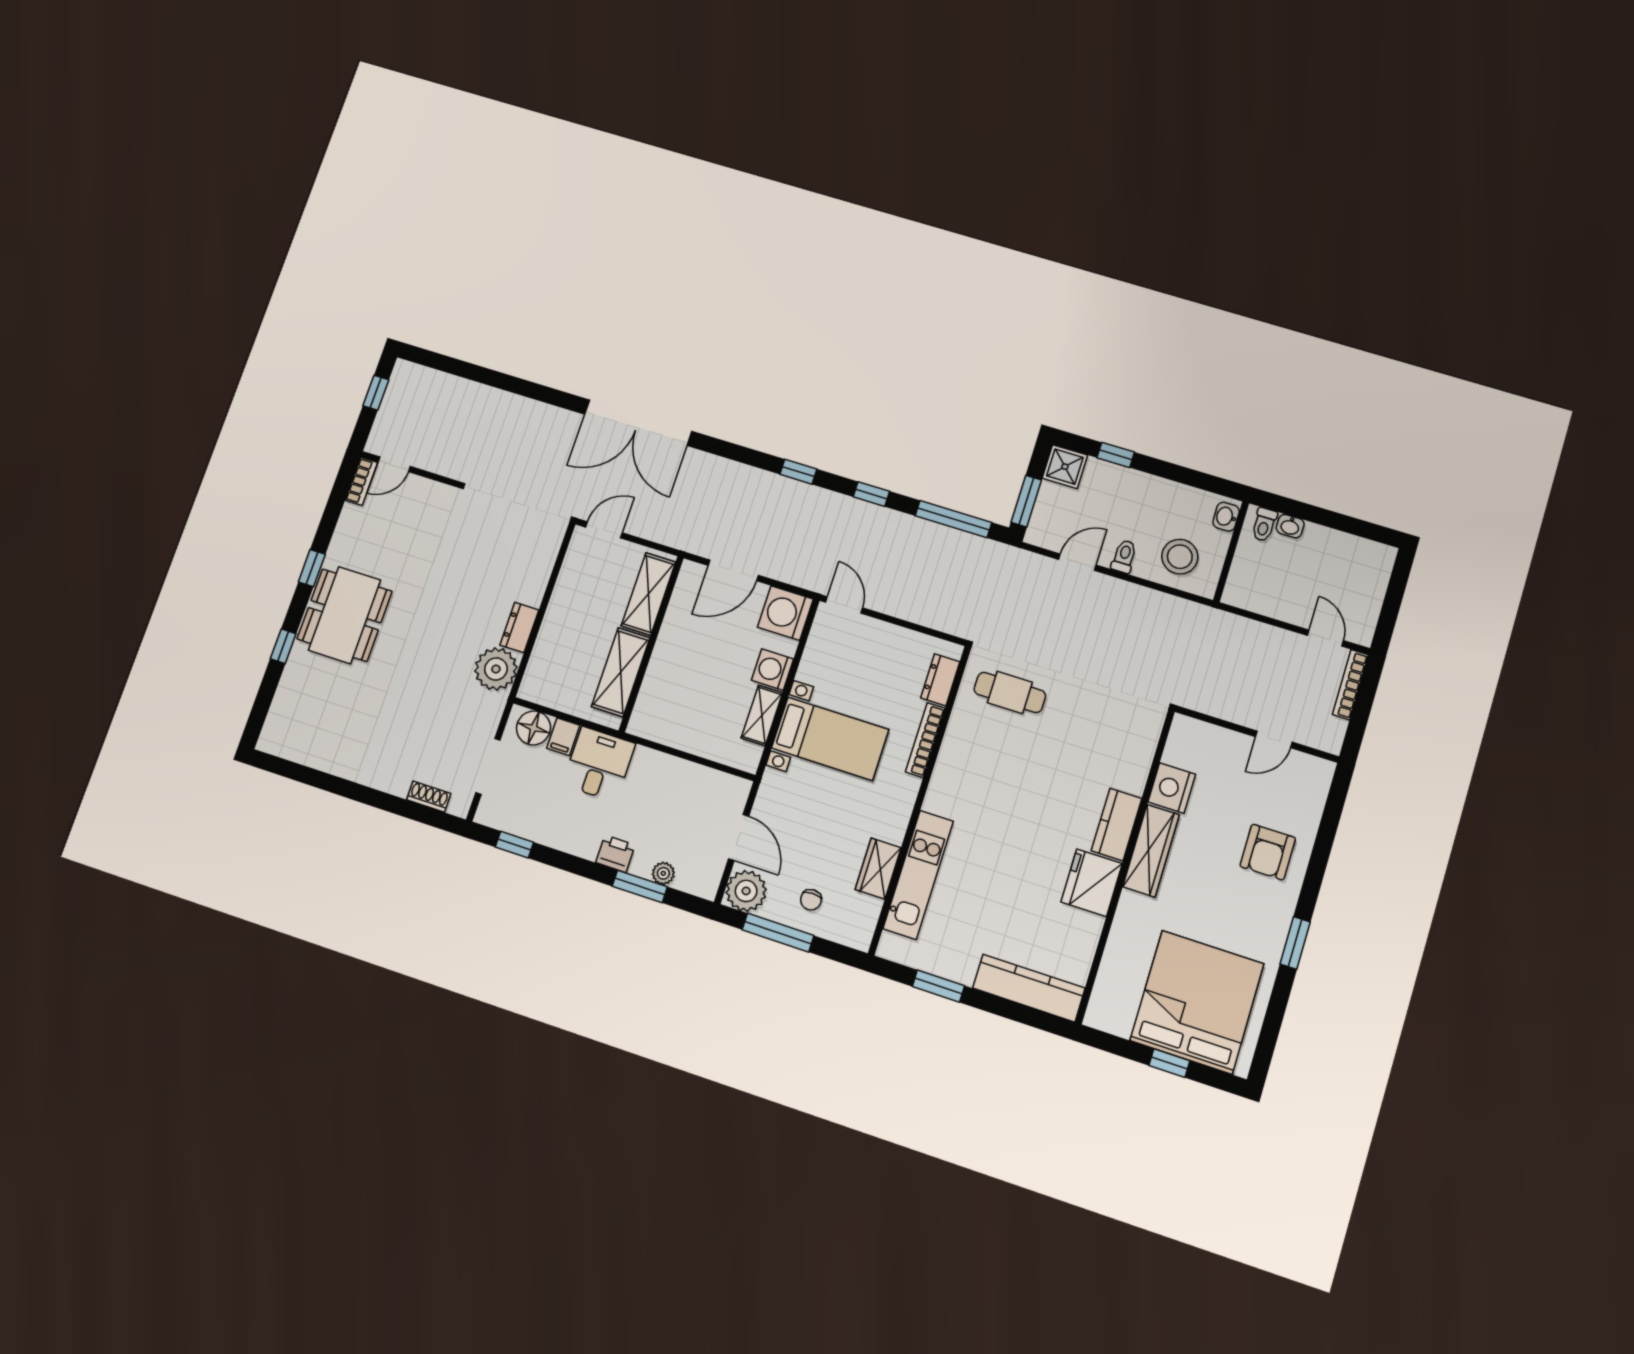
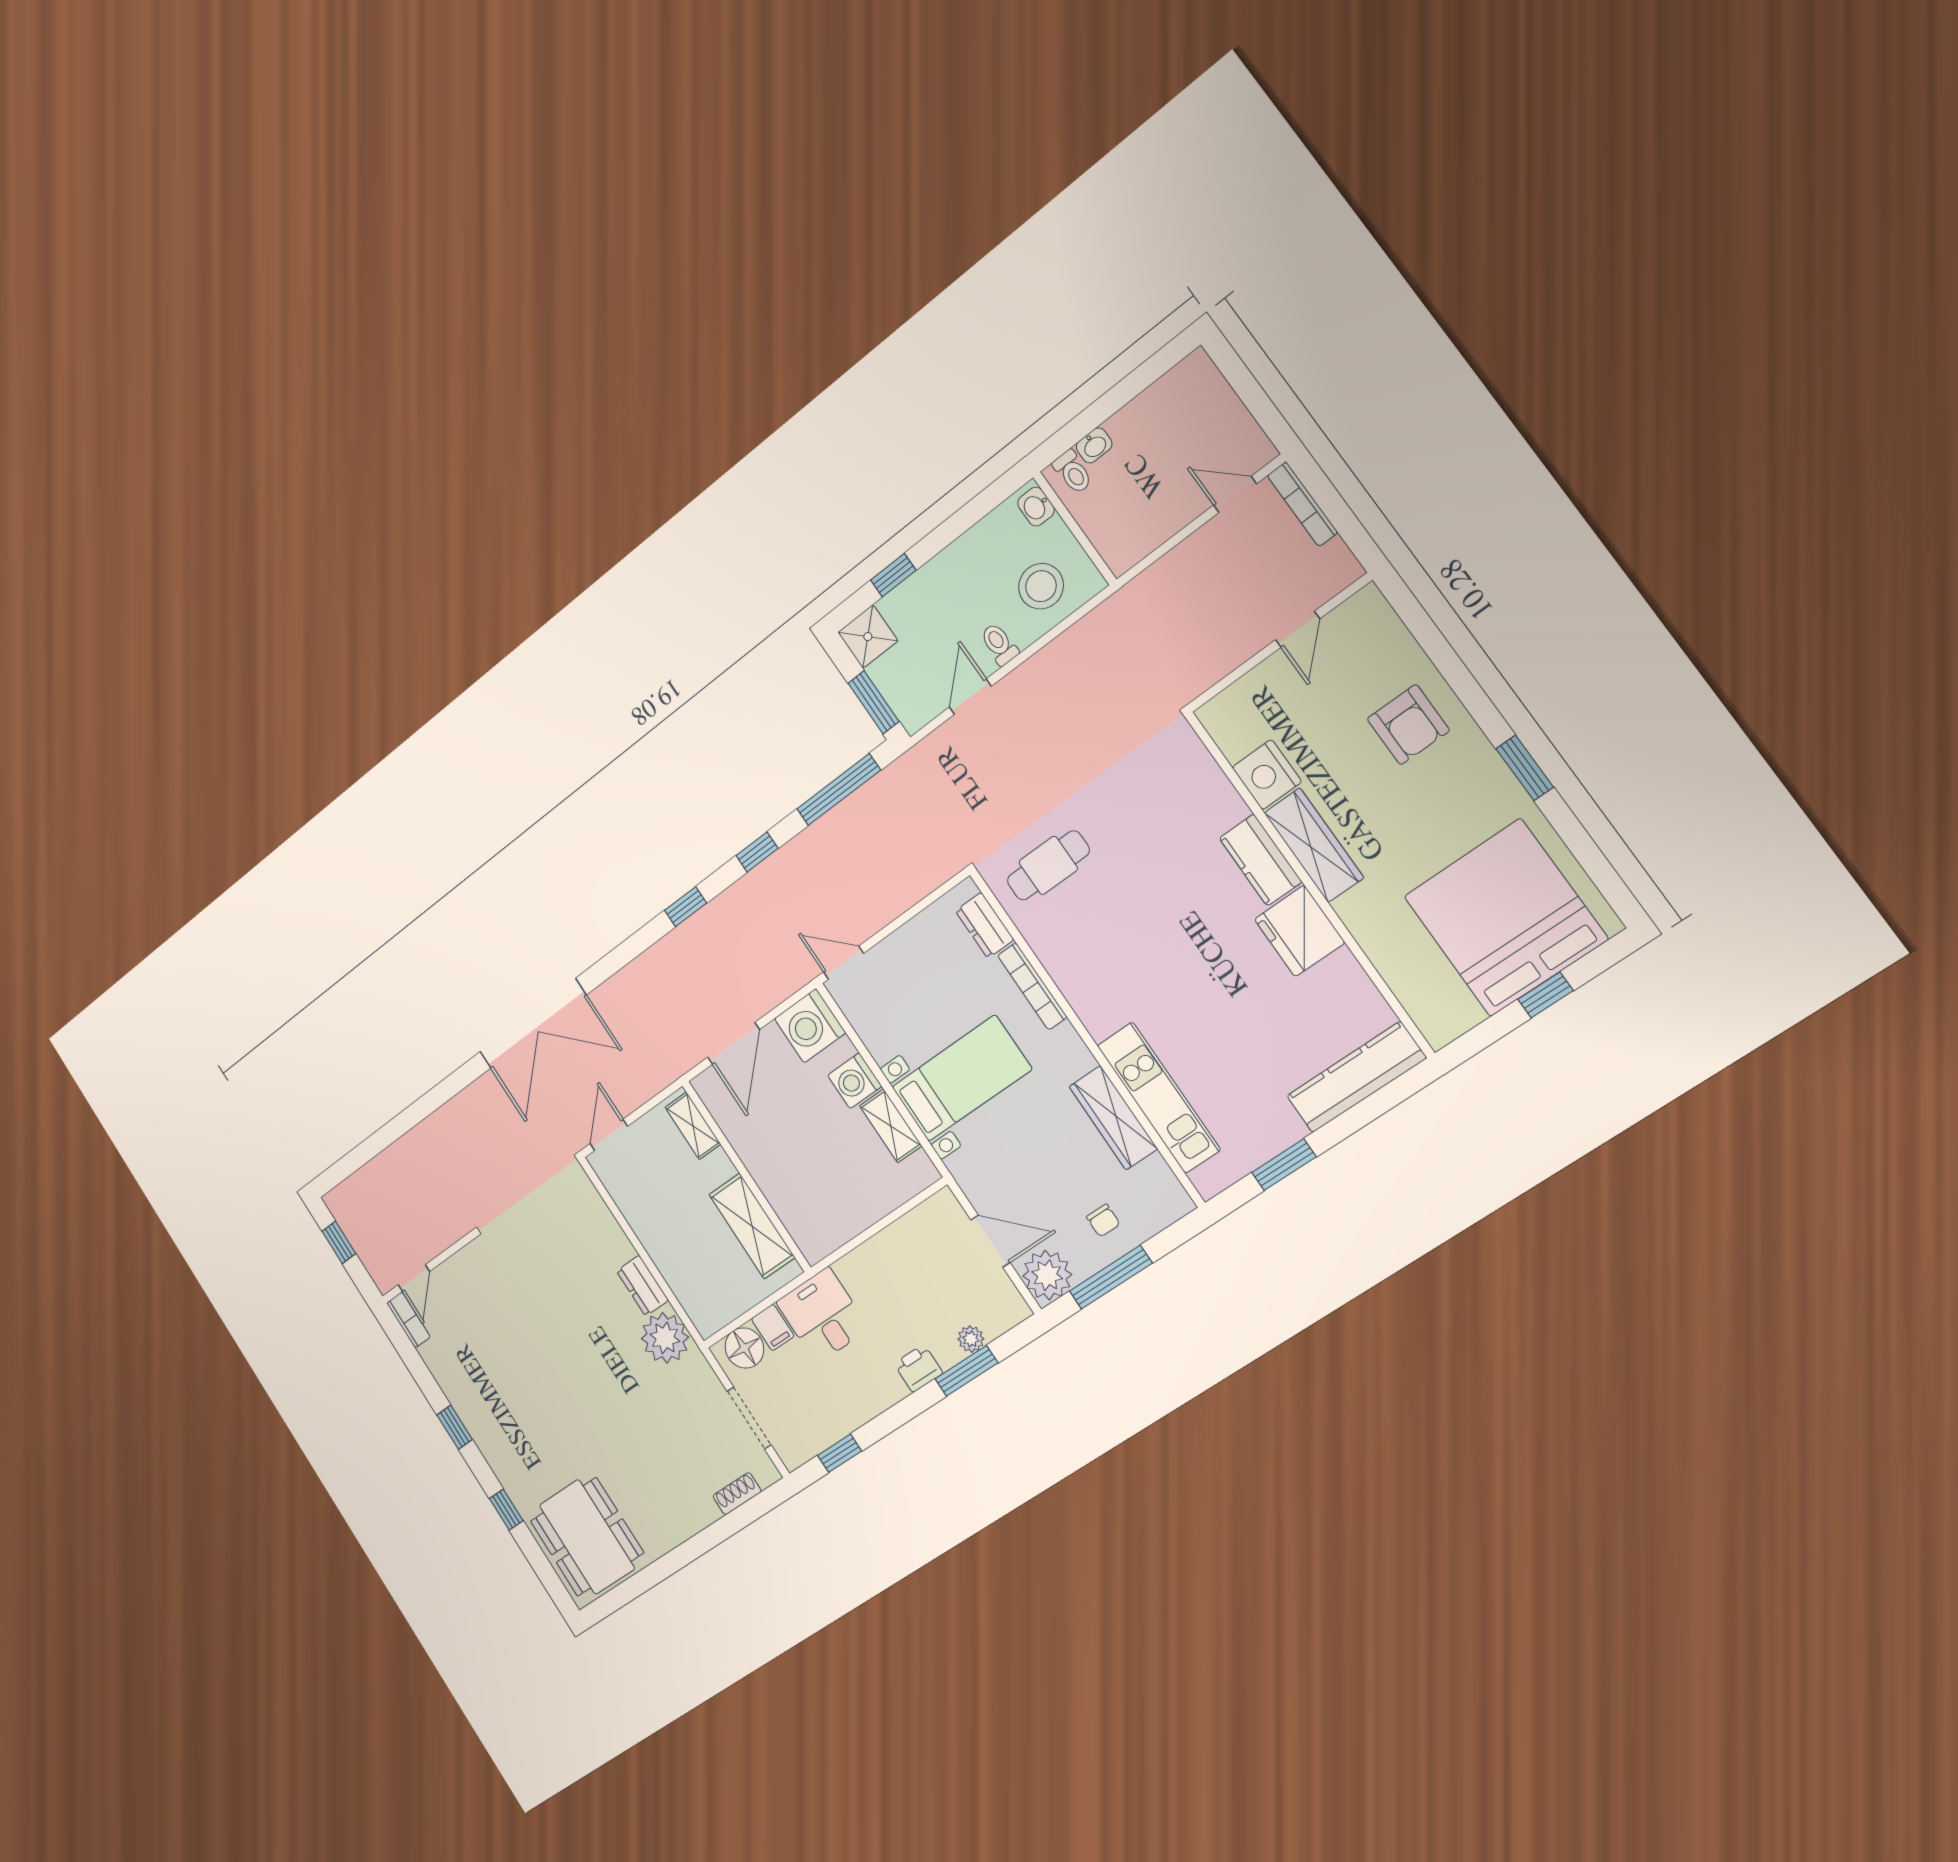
shelving: (648, 594) -> (693, 1126), width x0.67, depth x0.75
dining table: (345, 615) -> (587, 1537), moved
wardrobe: (878, 869) -> (1113, 1118), width x1.50

